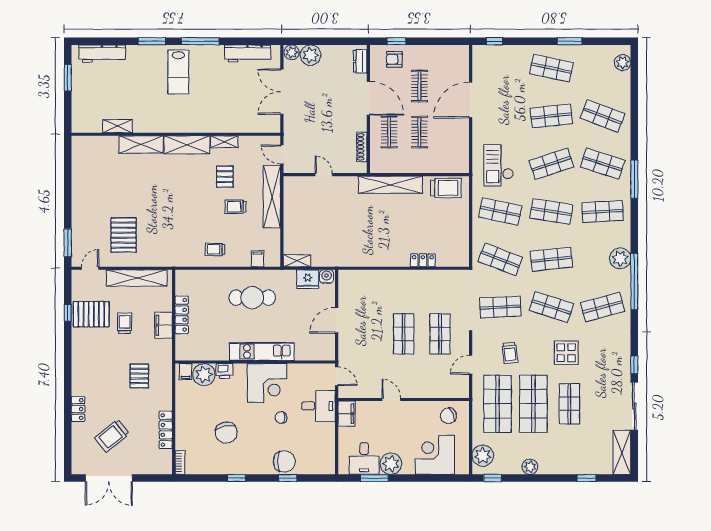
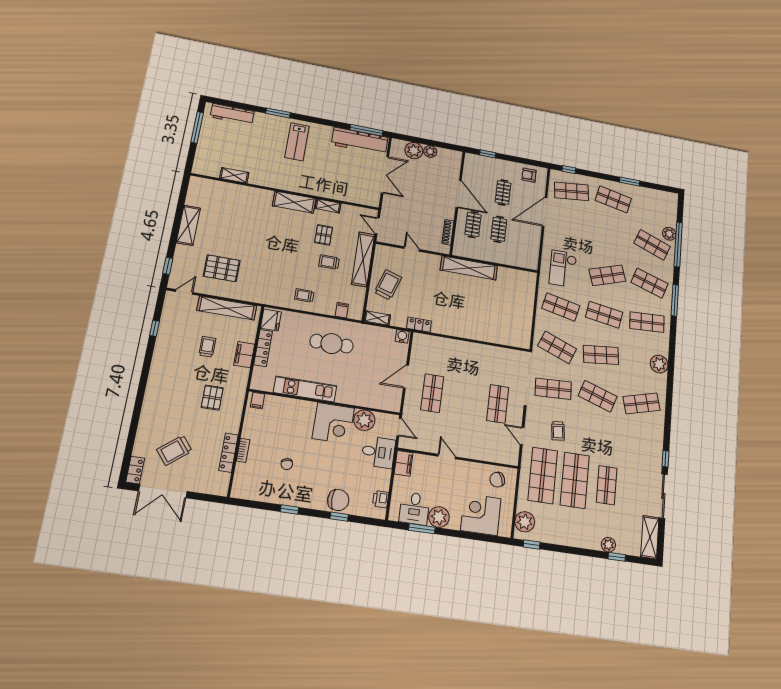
window: (200, 41) -> (366, 130), moved
plant: (292, 52) -> (430, 152), moved
workbench: (248, 53) -> (360, 141), width x1.36, depth x1.32
armchair: (394, 59) -> (529, 175), moved
dresser: (360, 61) -> (455, 164), removed
plant: (623, 63) -> (669, 234), moved
window: (68, 78) -> (197, 127), width x1.44
double door: (282, 92) -> (385, 175), swing flipped
shop shelf: (551, 116) -> (572, 191), moved
shelving: (141, 144) -> (188, 225), moved, turned 90
trolley: (446, 188) -> (388, 285), moved, turned -72
pallet: (124, 235) -> (222, 268), turned 90
window: (68, 243) -> (168, 266), width x0.67
locker: (423, 260) -> (419, 325), moved
fridge: (308, 279) -> (271, 320), moved, turned -90
window: (634, 282) -> (678, 245), moved
pallet: (91, 314) -> (177, 333), removed
shop shelf: (404, 334) -> (432, 393), moved
kitchen unit: (262, 351) -> (305, 389), moved
display table: (566, 353) -> (607, 439), removed
door: (471, 365) -> (522, 436), hinge flipped
printer: (224, 371) -> (381, 499), moved, turned 90
plant: (204, 375) -> (364, 420), moved
locker: (78, 409) -> (135, 470), moved
chair: (281, 417) -> (341, 458), removed
chair: (226, 433) -> (287, 464), width x0.54, depth x0.54
bookcase: (180, 462) -> (243, 450), moved
plant: (530, 467) -> (608, 545), moved

